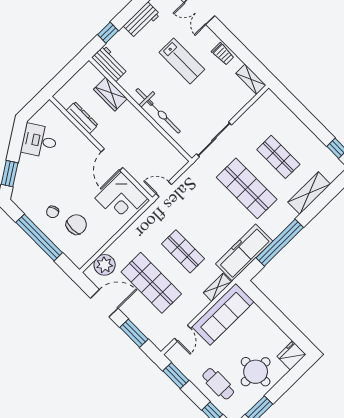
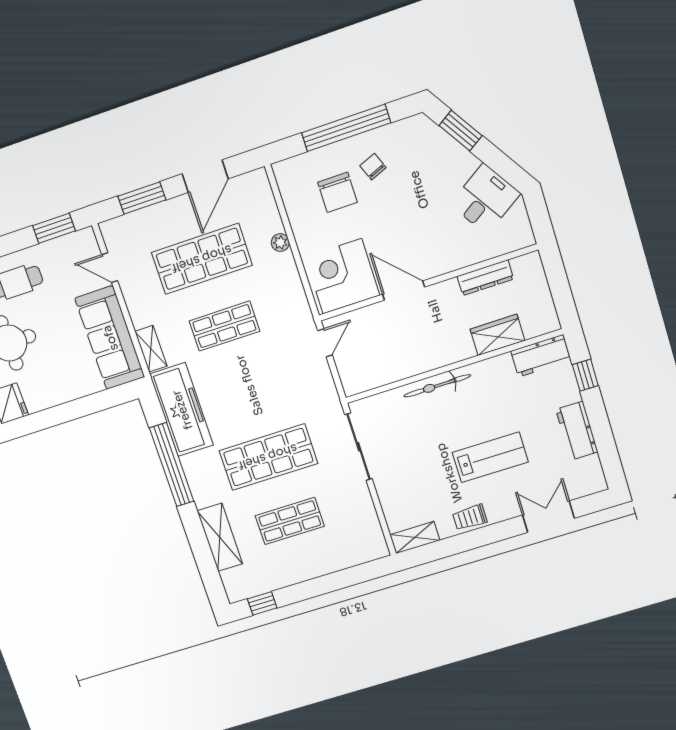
lab bench: (182, 61) -> (490, 457), turned 180
bicycle: (158, 111) -> (437, 386), width x0.73, depth x0.71
plant: (105, 265) -> (280, 243), moved, width x0.53, depth x0.53

